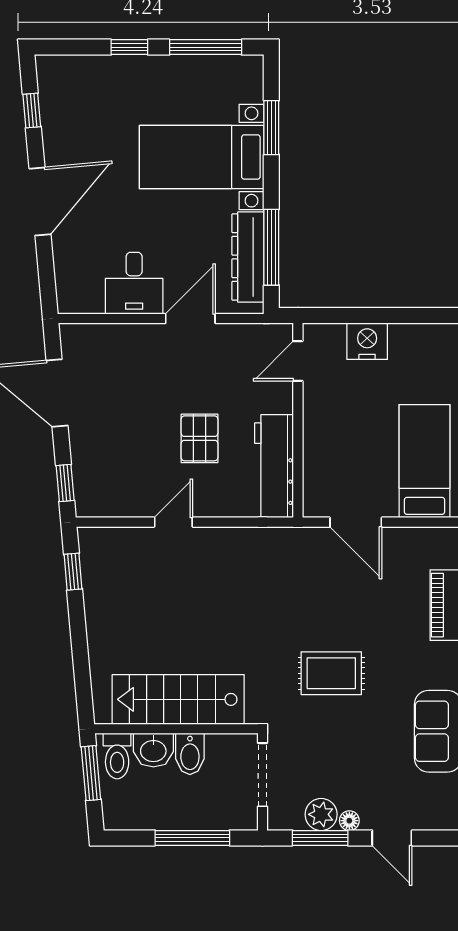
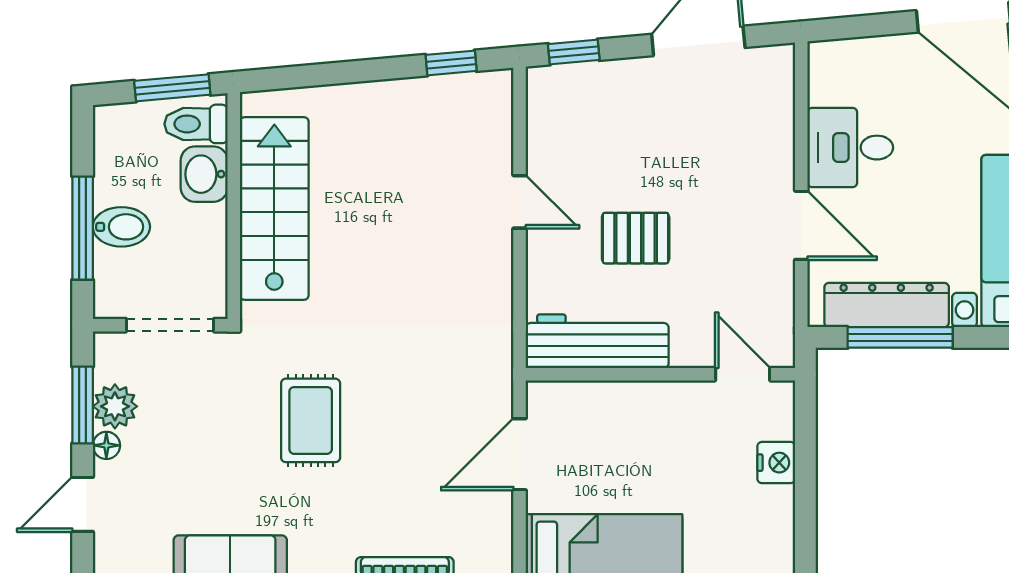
nightstand: (367, 341) -> (776, 463), width x0.74, depth x0.75
bidet: (190, 754) -> (121, 227), moved, turned 180

